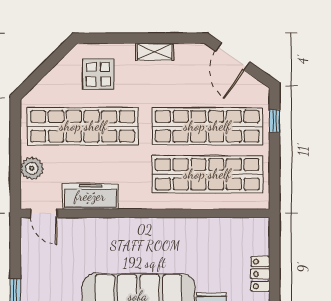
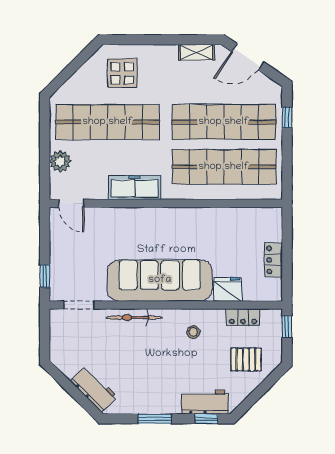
shelving: (155, 52) -> (197, 52), moved
door: (233, 56) -> (248, 57), hinge flipped
freezer: (90, 196) -> (135, 188), moved

